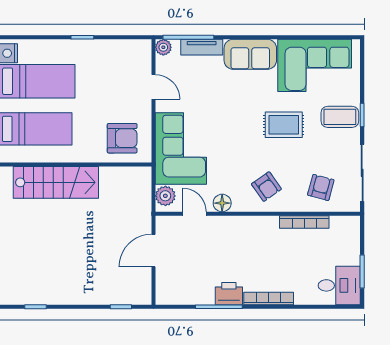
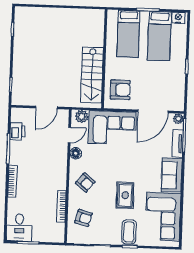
door: (153, 87) -> (153, 111), width x1.88
armchair: (122, 138) -> (120, 90), turned -90
stairs: (56, 182) -> (92, 75), moved
armchair: (266, 187) -> (85, 182), turned -106
door: (153, 251) -> (46, 107), swing flipped
printer: (229, 294) -> (17, 131), moved

